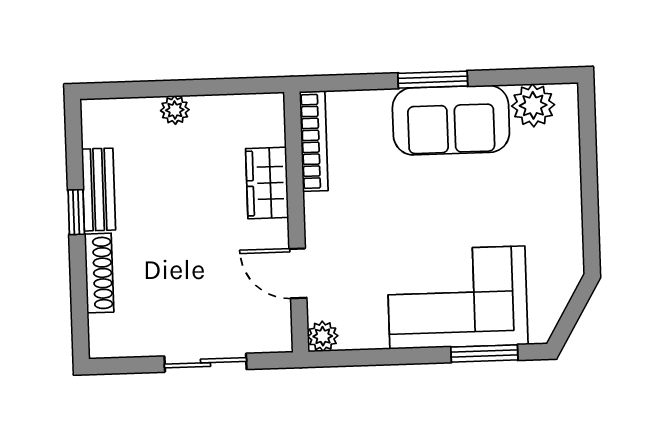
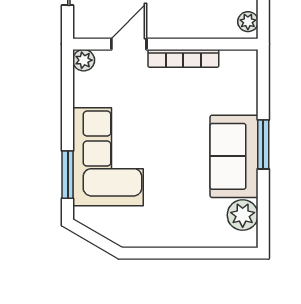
plant: (261, 107) -> (248, 22), added
bookcase: (314, 141) -> (183, 58), moved
wardrobe: (267, 183) -> (194, 24), removed

